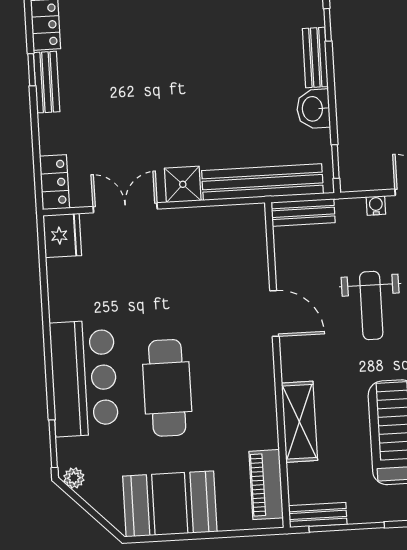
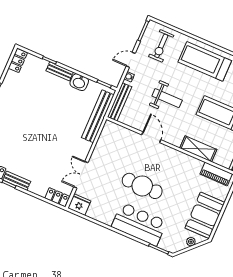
shower: (183, 184) -> (83, 148), removed
bench: (303, 212) -> (120, 102), width x1.36
door: (274, 314) -> (151, 137), hinge flipped
cafe table: (167, 388) -> (142, 186), moved
plant: (74, 478) -> (191, 242), moved

